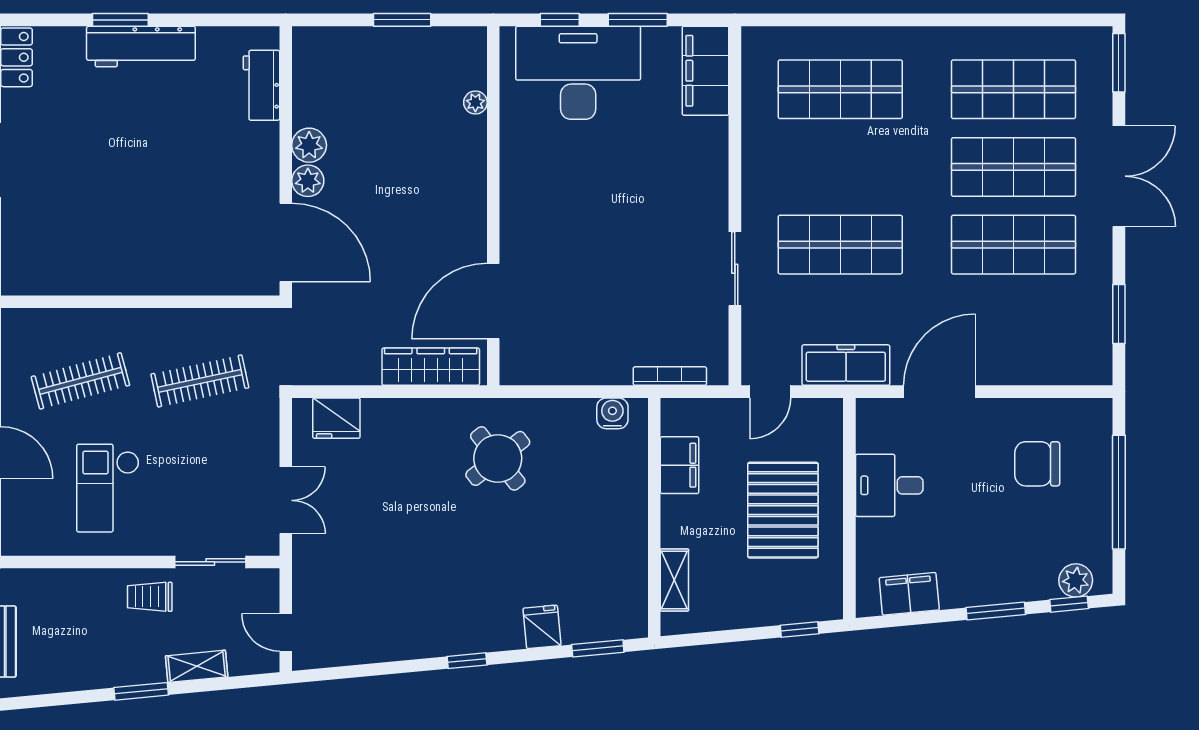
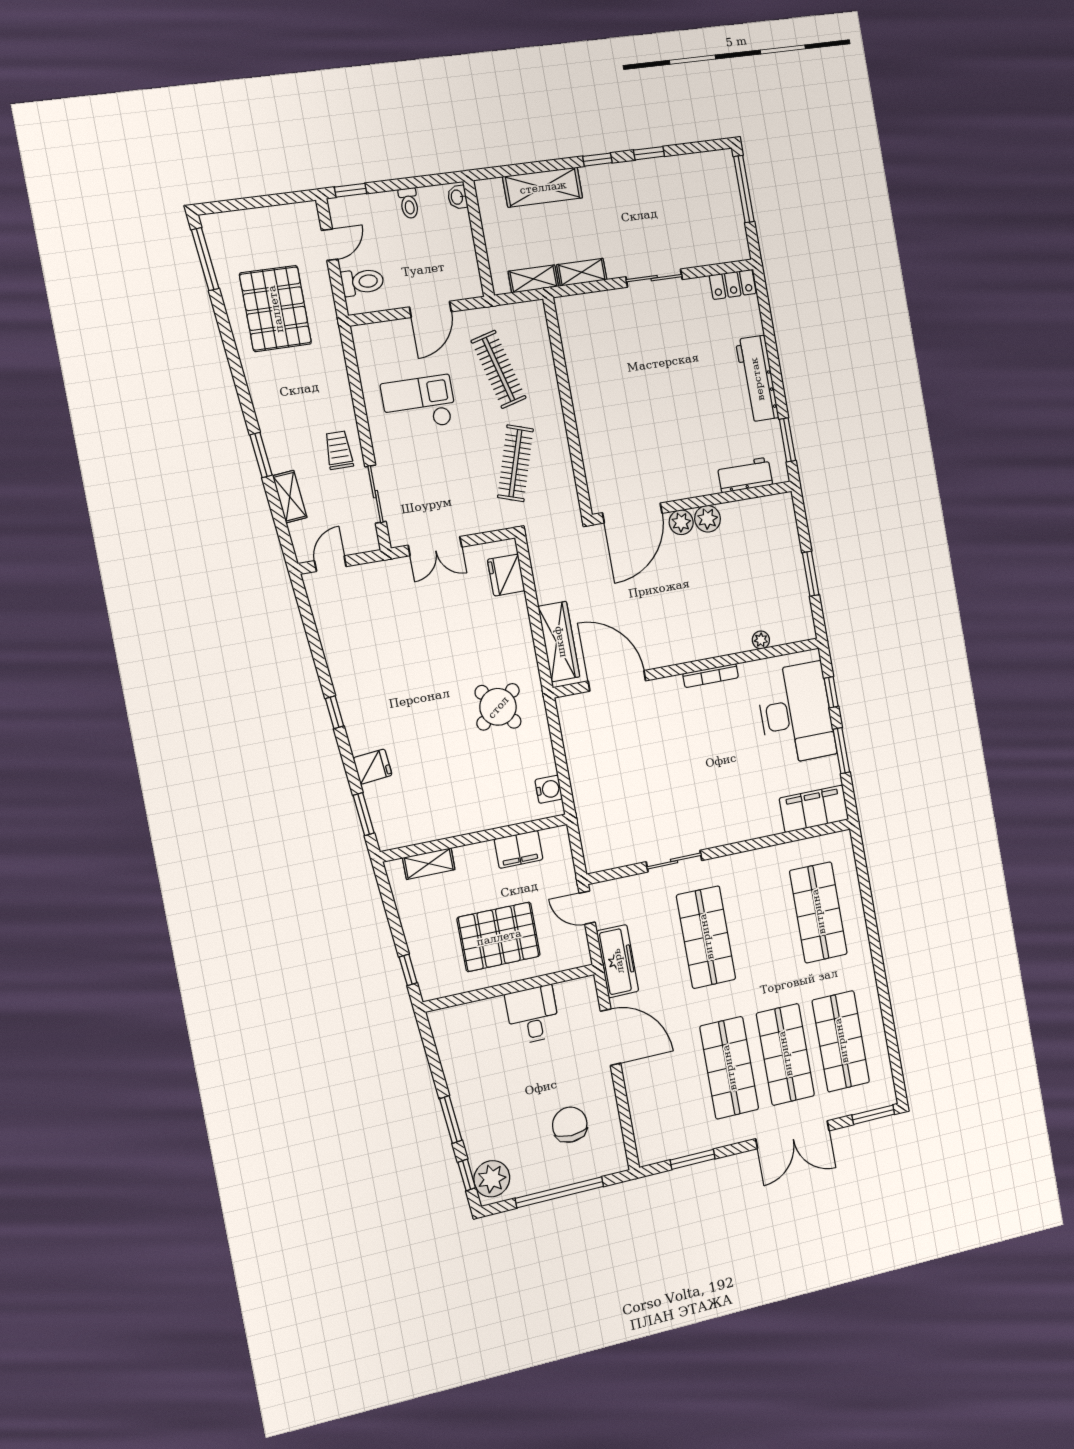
window: (120, 20) -> (787, 440), moved
bookcase: (670, 376) -> (711, 676), moved, turned 90
clothes rail: (200, 381) -> (515, 463), turned 30
plant: (1076, 580) -> (492, 1179), width x1.36, depth x1.36
filing cabinet: (909, 594) -> (452, 1049), removed

